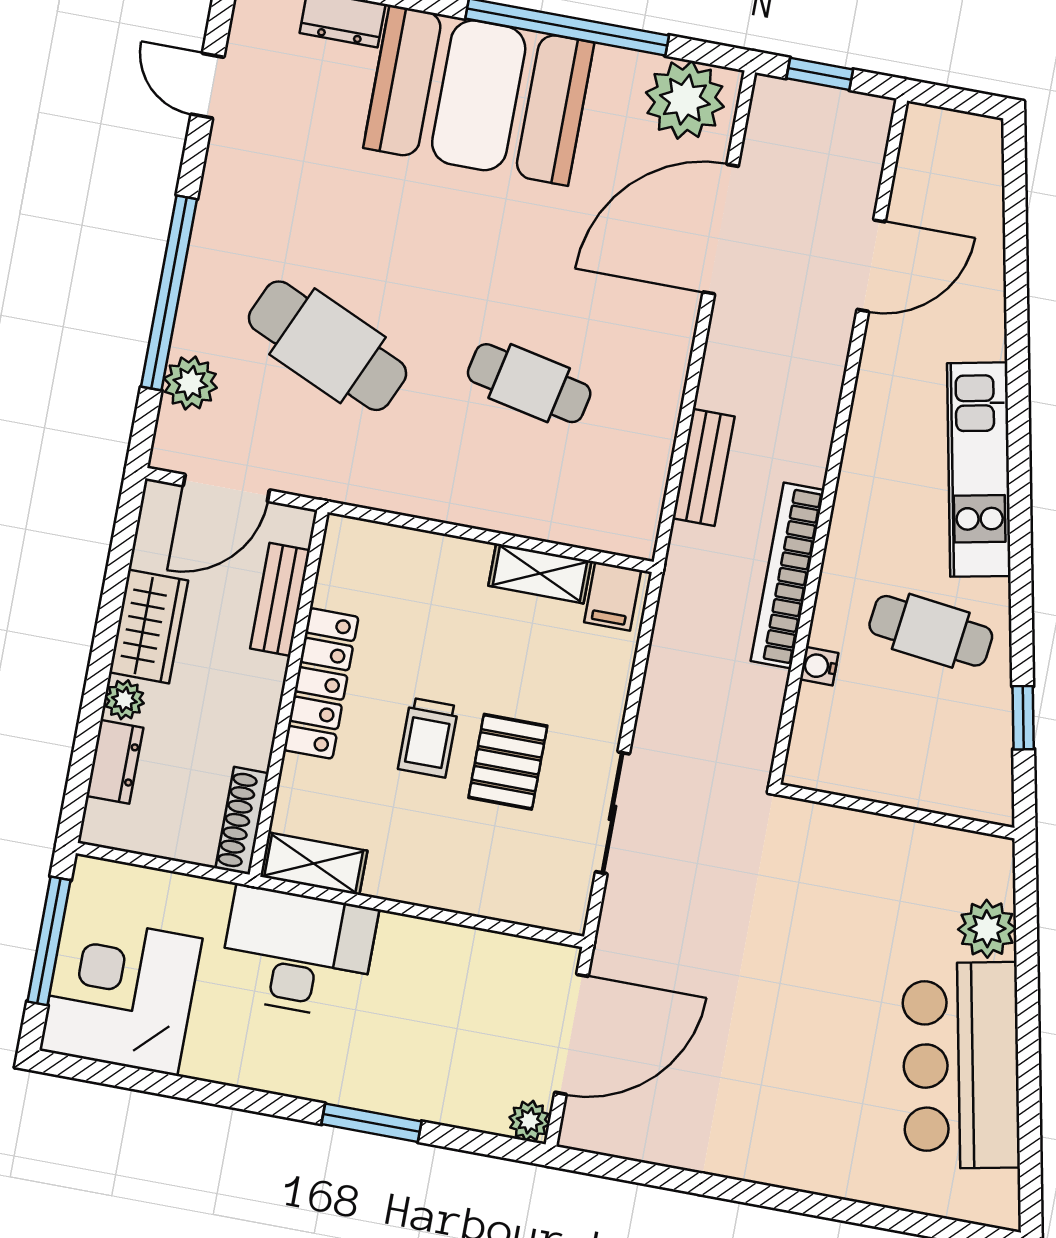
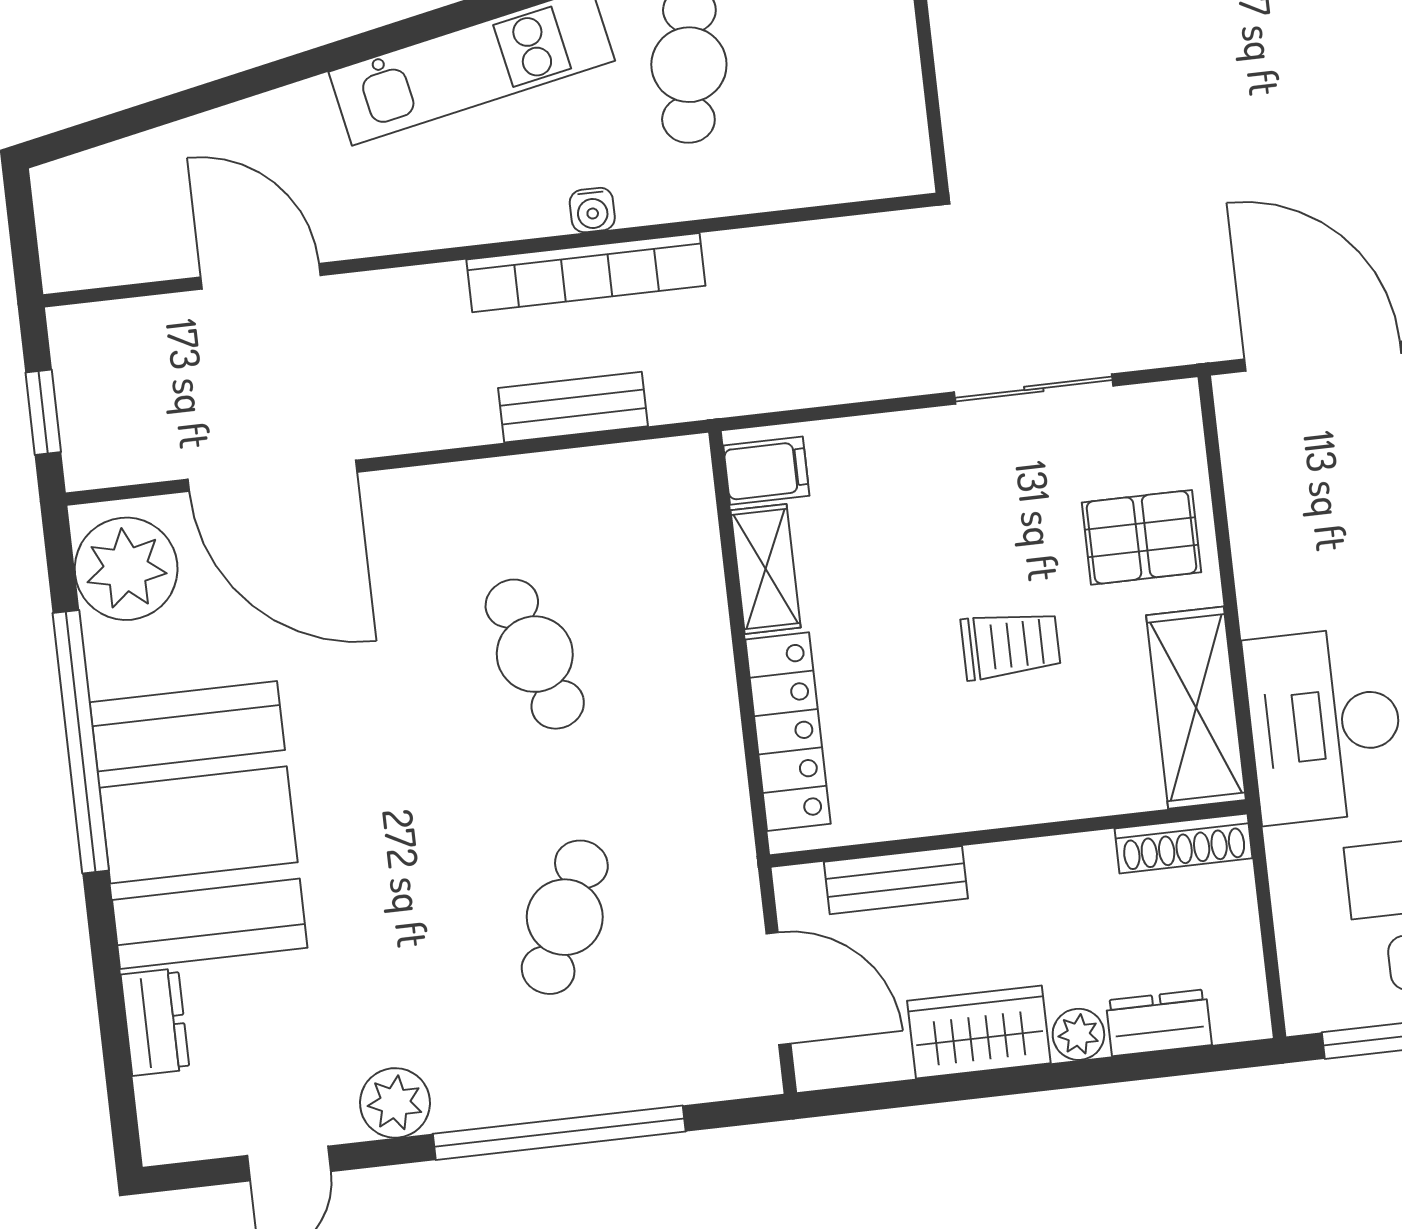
cafe table: (328, 346) -> (565, 917), width x0.73, depth x0.74
plant: (190, 383) -> (395, 1103), moved
cafe table: (529, 383) -> (535, 654), turned -30
bookcase: (787, 576) -> (586, 273), moved
water cooler: (819, 666) -> (592, 210), moved
locker: (321, 683) -> (788, 732), moved, turned 90
pallet: (508, 762) -> (1142, 537), moved
shelving: (314, 864) -> (1196, 708), width x1.50, depth x1.33

